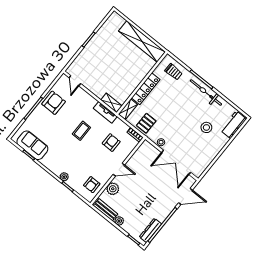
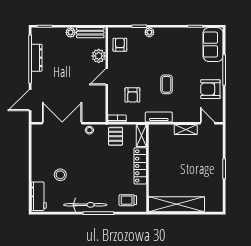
armchair: (54, 103) -> (210, 89), turned 90
shelving: (111, 103) -> (186, 130), moved
sofa: (32, 145) -> (213, 45), moved, turned 90
dresser: (150, 230) -> (37, 58), moved

